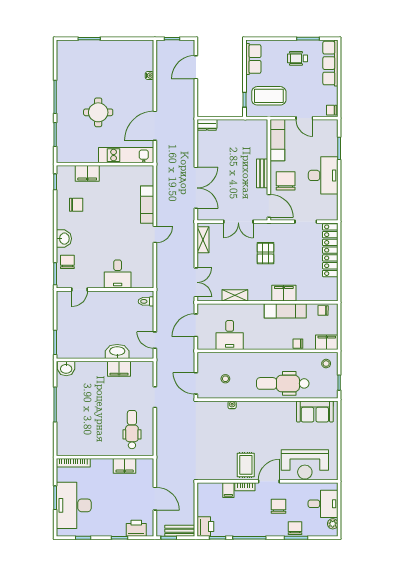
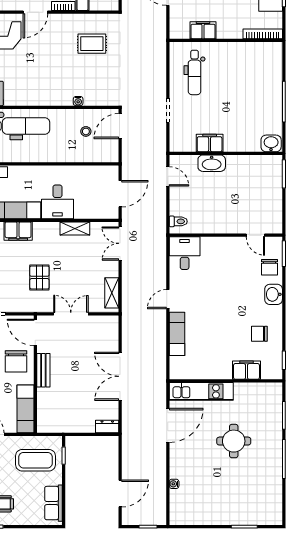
double door: (196, 188) -> (120, 376), moved
desk: (118, 274) -> (185, 253), moved
door: (80, 290) -> (255, 235), swing flipped
desk: (230, 335) -> (58, 202), moved, turned 180
door: (196, 383) -> (120, 126), swing flipped
rug: (246, 465) -> (92, 44), moved, turned 90

